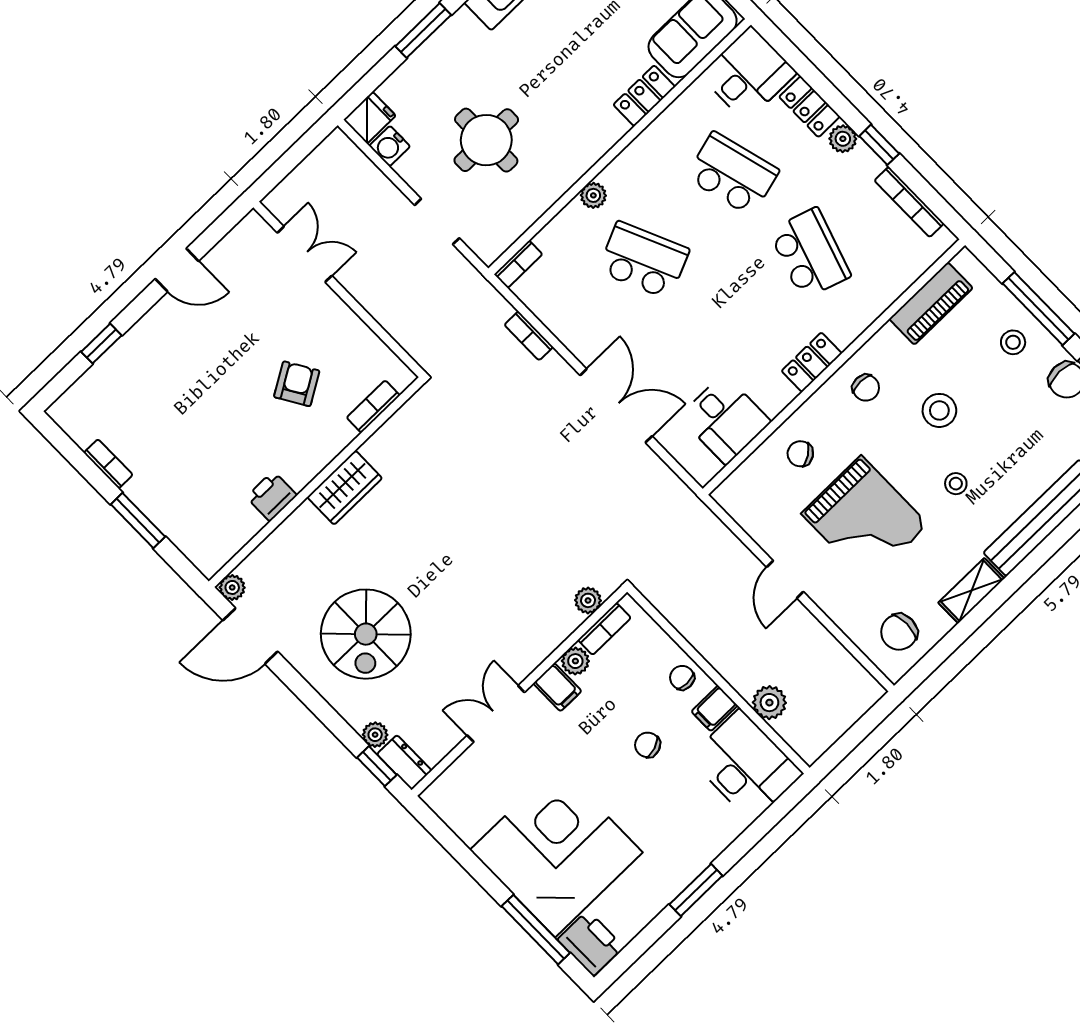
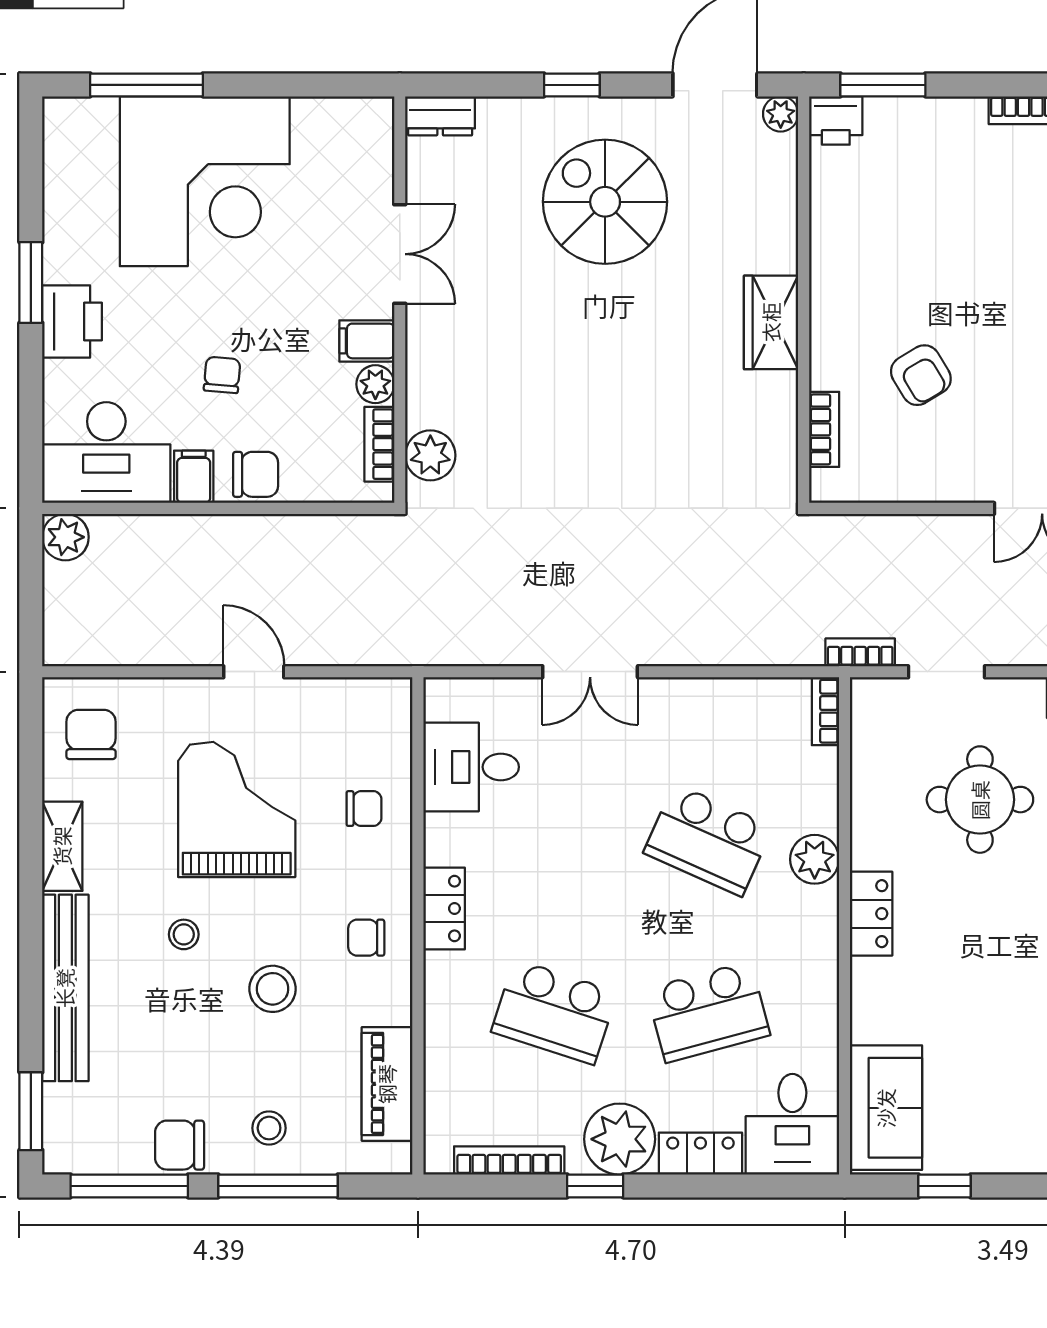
locker: (644, 96) -> (871, 914), moved
plant: (843, 139) -> (620, 1139), width x1.88, depth x1.88
plant: (593, 195) -> (815, 859), width x1.38, depth x1.38
school desk: (644, 260) -> (708, 840), turned 48
bookcase: (529, 336) -> (860, 652), moved
double door: (616, 406) -> (590, 672), width x0.73
chair: (800, 454) -> (364, 809), turned 34
printer: (272, 496) -> (836, 121), moved, turned 90
grand piano: (865, 519) -> (237, 809), turned 90
window: (138, 520) -> (883, 85), moved
plant: (588, 600) -> (430, 455), width x1.38, depth x1.38
chair: (682, 678) -> (256, 474), width x1.37, depth x1.37
plant: (769, 703) -> (65, 537), moved
plant: (375, 735) -> (496, 114), removed
chair: (648, 745) -> (222, 375), turned -66
window: (377, 766) -> (572, 85), moved
printer: (590, 943) -> (72, 322), moved, turned -90

